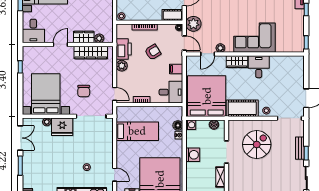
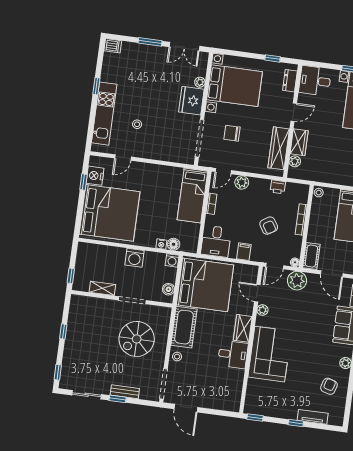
door: (60, 44) -> (294, 112), hinge flipped
printer: (124, 49) -> (278, 187), width x0.53, depth x0.68
dresser: (36, 51) -> (290, 81), added
plant: (122, 66) -> (242, 182), moved
bed: (137, 131) -> (192, 195), moved
spiral stairs: (257, 144) -> (137, 339), turned 90

